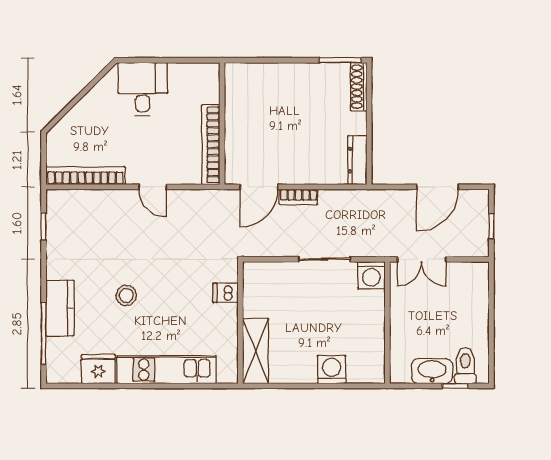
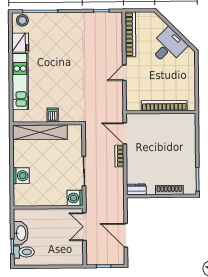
shoe rack: (359, 87) -> (169, 190), moved
desk: (143, 89) -> (168, 46), moved, turned -45
bookcase: (211, 145) -> (164, 106), moved
dresser: (357, 160) -> (136, 189), width x0.70
dishwasher: (226, 293) -> (53, 115), moved
stool: (126, 295) -> (22, 20), moved
kitchen counter: (60, 308) -> (55, 20), removed
shelving: (256, 351) -> (40, 132), width x1.47

